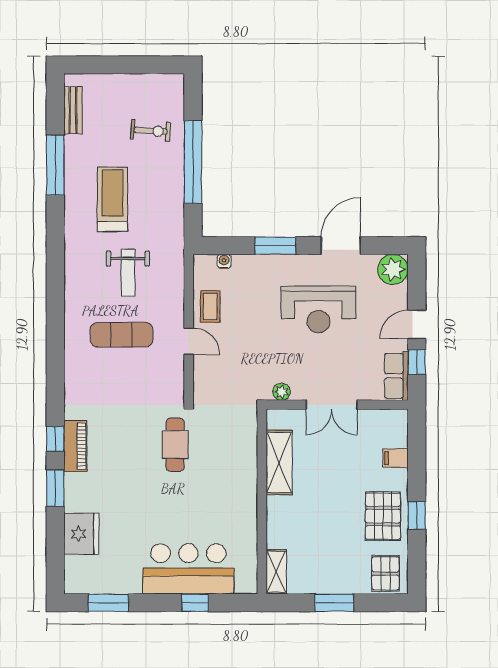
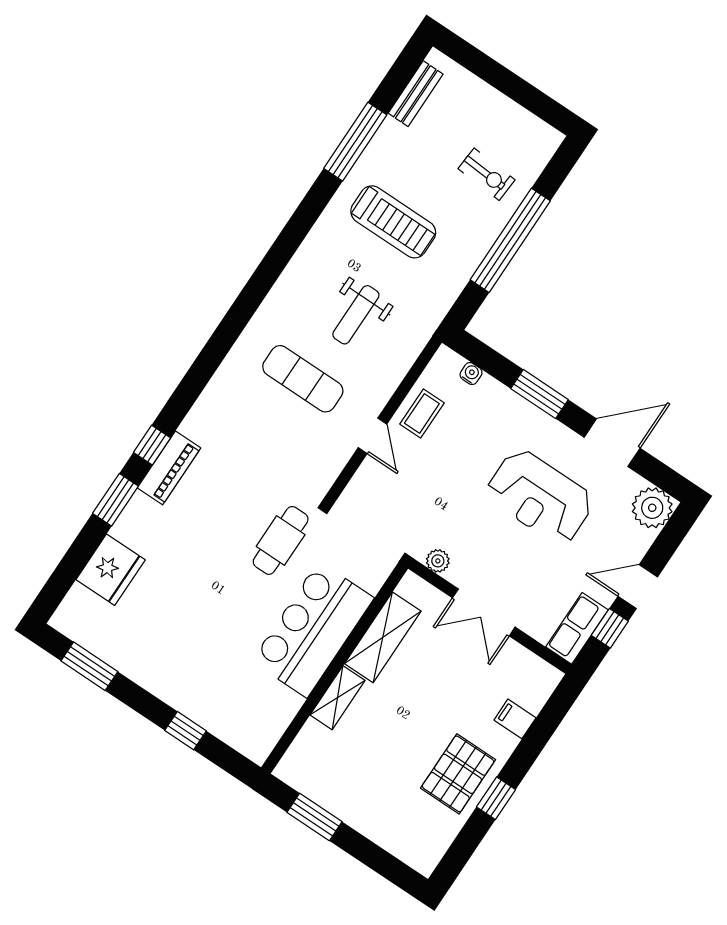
treadmill: (112, 199) -> (393, 222), turned 90
bar counter: (188, 569) -> (313, 629), moved, turned -90
shelving: (276, 572) -> (338, 698), moved
pallet: (385, 573) -> (418, 839), removed
window: (334, 603) -> (315, 817), moved

